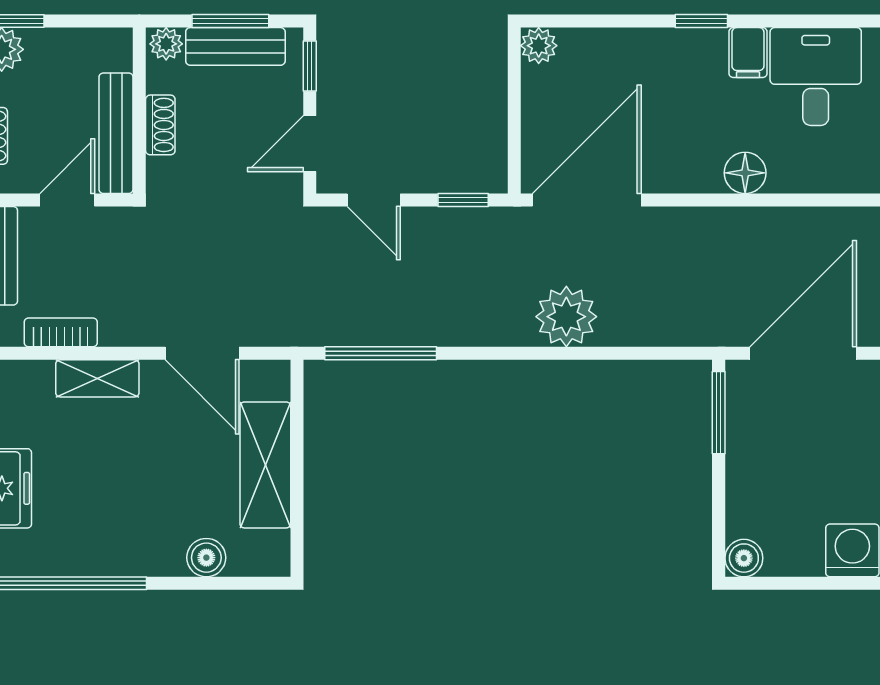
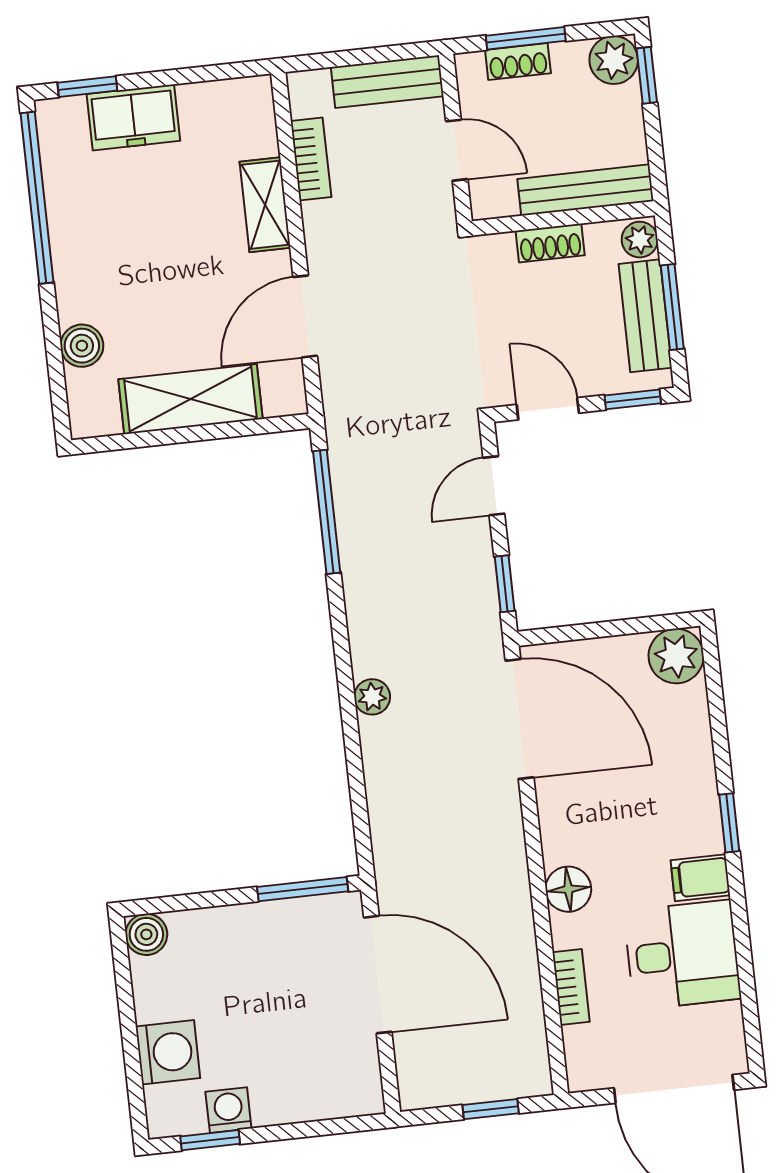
plant: (539, 46) -> (676, 656), width x1.38, depth x1.38
bench: (116, 133) -> (585, 190), moved
bookcase: (834, 180) -> (571, 987), added
plant: (566, 317) -> (372, 697), width x0.53, depth x0.53

